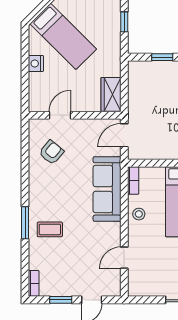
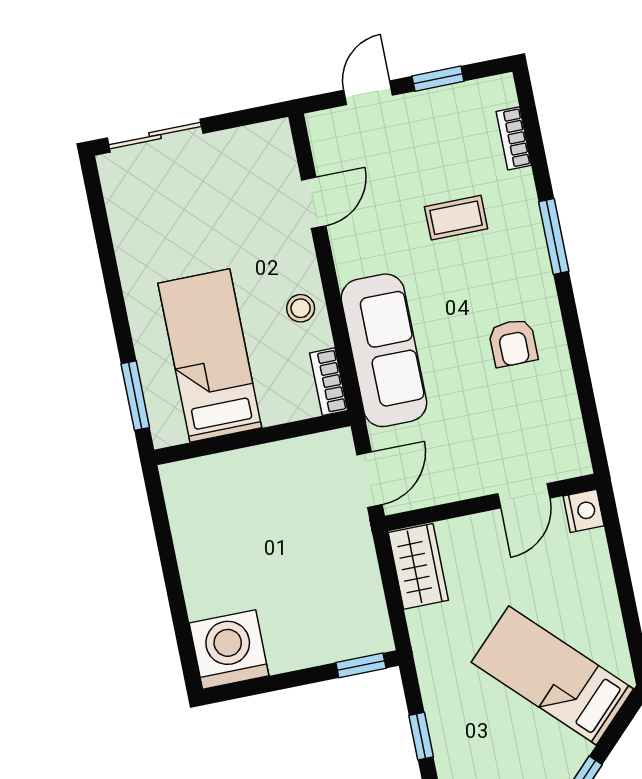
window: (162, 57) -> (361, 665), moved
nightstand: (36, 63) -> (584, 511), moved
armchair: (51, 152) -> (513, 343), moved, turned -40
coffee table: (50, 229) -> (456, 218), moved
bookcase: (34, 283) -> (514, 138), moved

